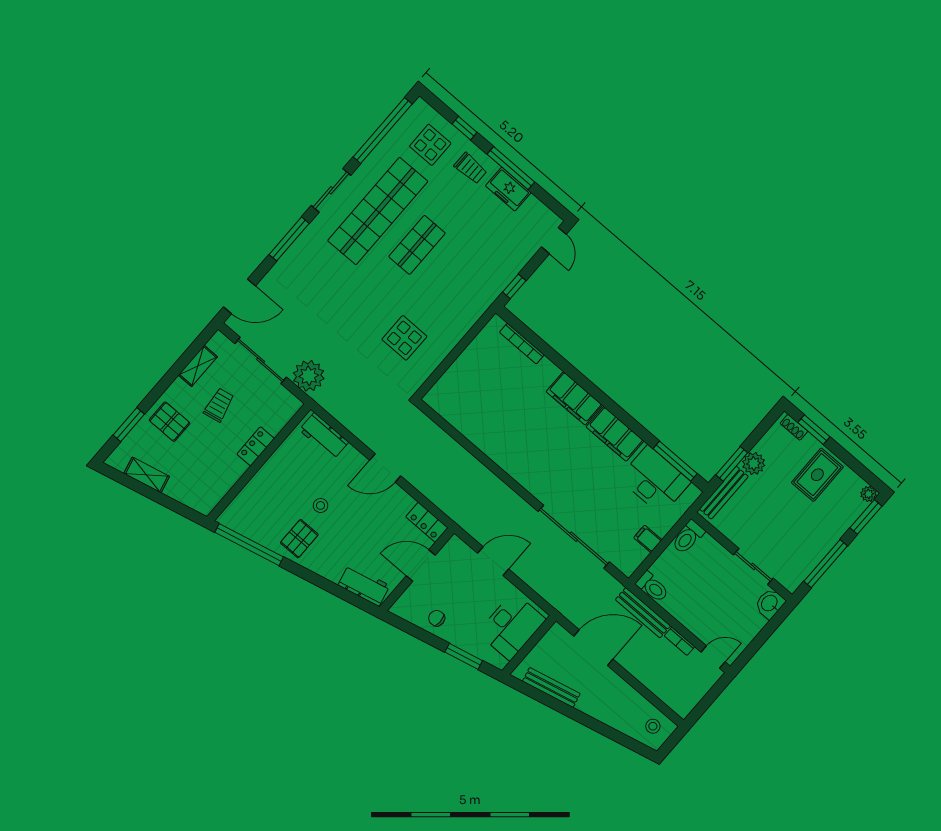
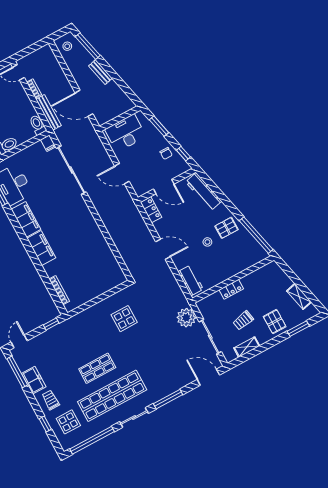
window: (511, 168) -> (17, 372), moved
filing cabinet: (648, 539) -> (48, 143), moved
workbench: (364, 585) -> (204, 192), width x1.38
window: (410, 628) -> (183, 154), added
bench: (551, 687) -> (100, 72), moved, width x0.73
window: (621, 738) -> (88, 46), added

